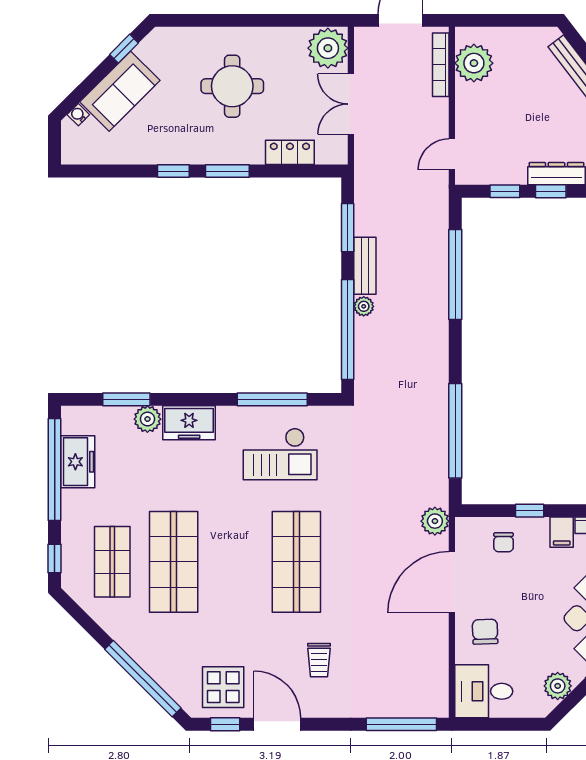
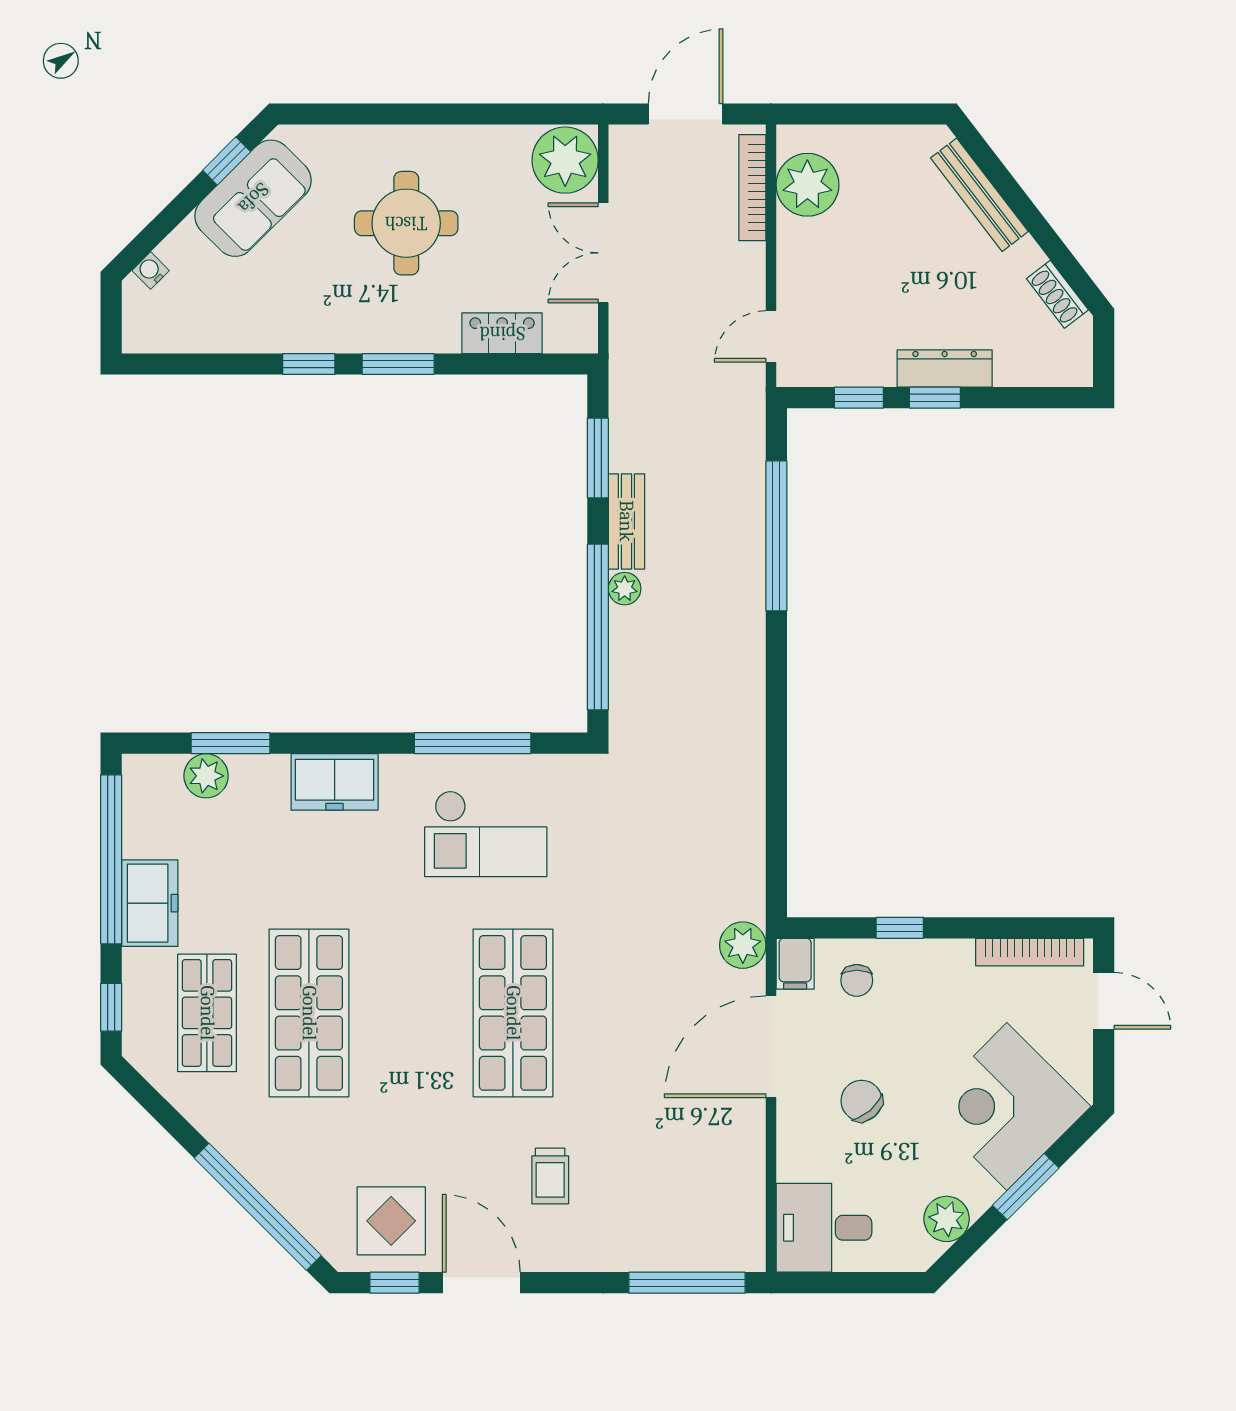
sofa: (120, 91) -> (253, 198), moved
plant: (147, 419) -> (206, 776), moved
window: (455, 431) -> (776, 795), removed
freezer: (78, 462) -> (150, 903), moved
filing cabinet: (562, 532) -> (795, 964), moved
chair: (485, 632) -> (862, 1101), moved, turned -39

